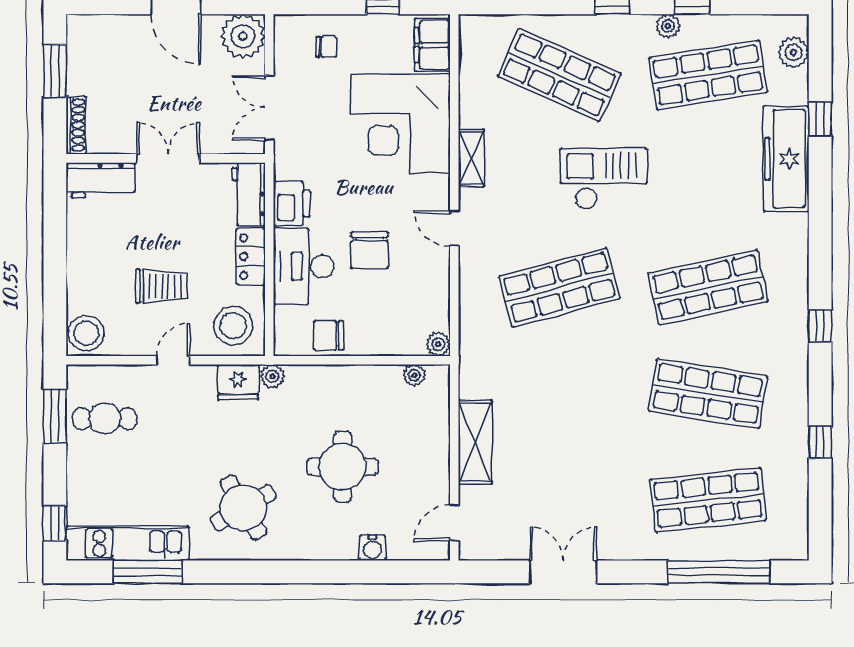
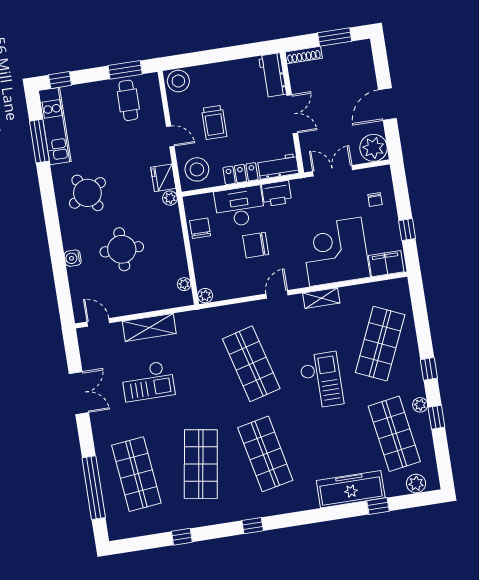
checkout: (561, 458) -> (148, 381), added
water cooler: (373, 548) -> (73, 258), moved

